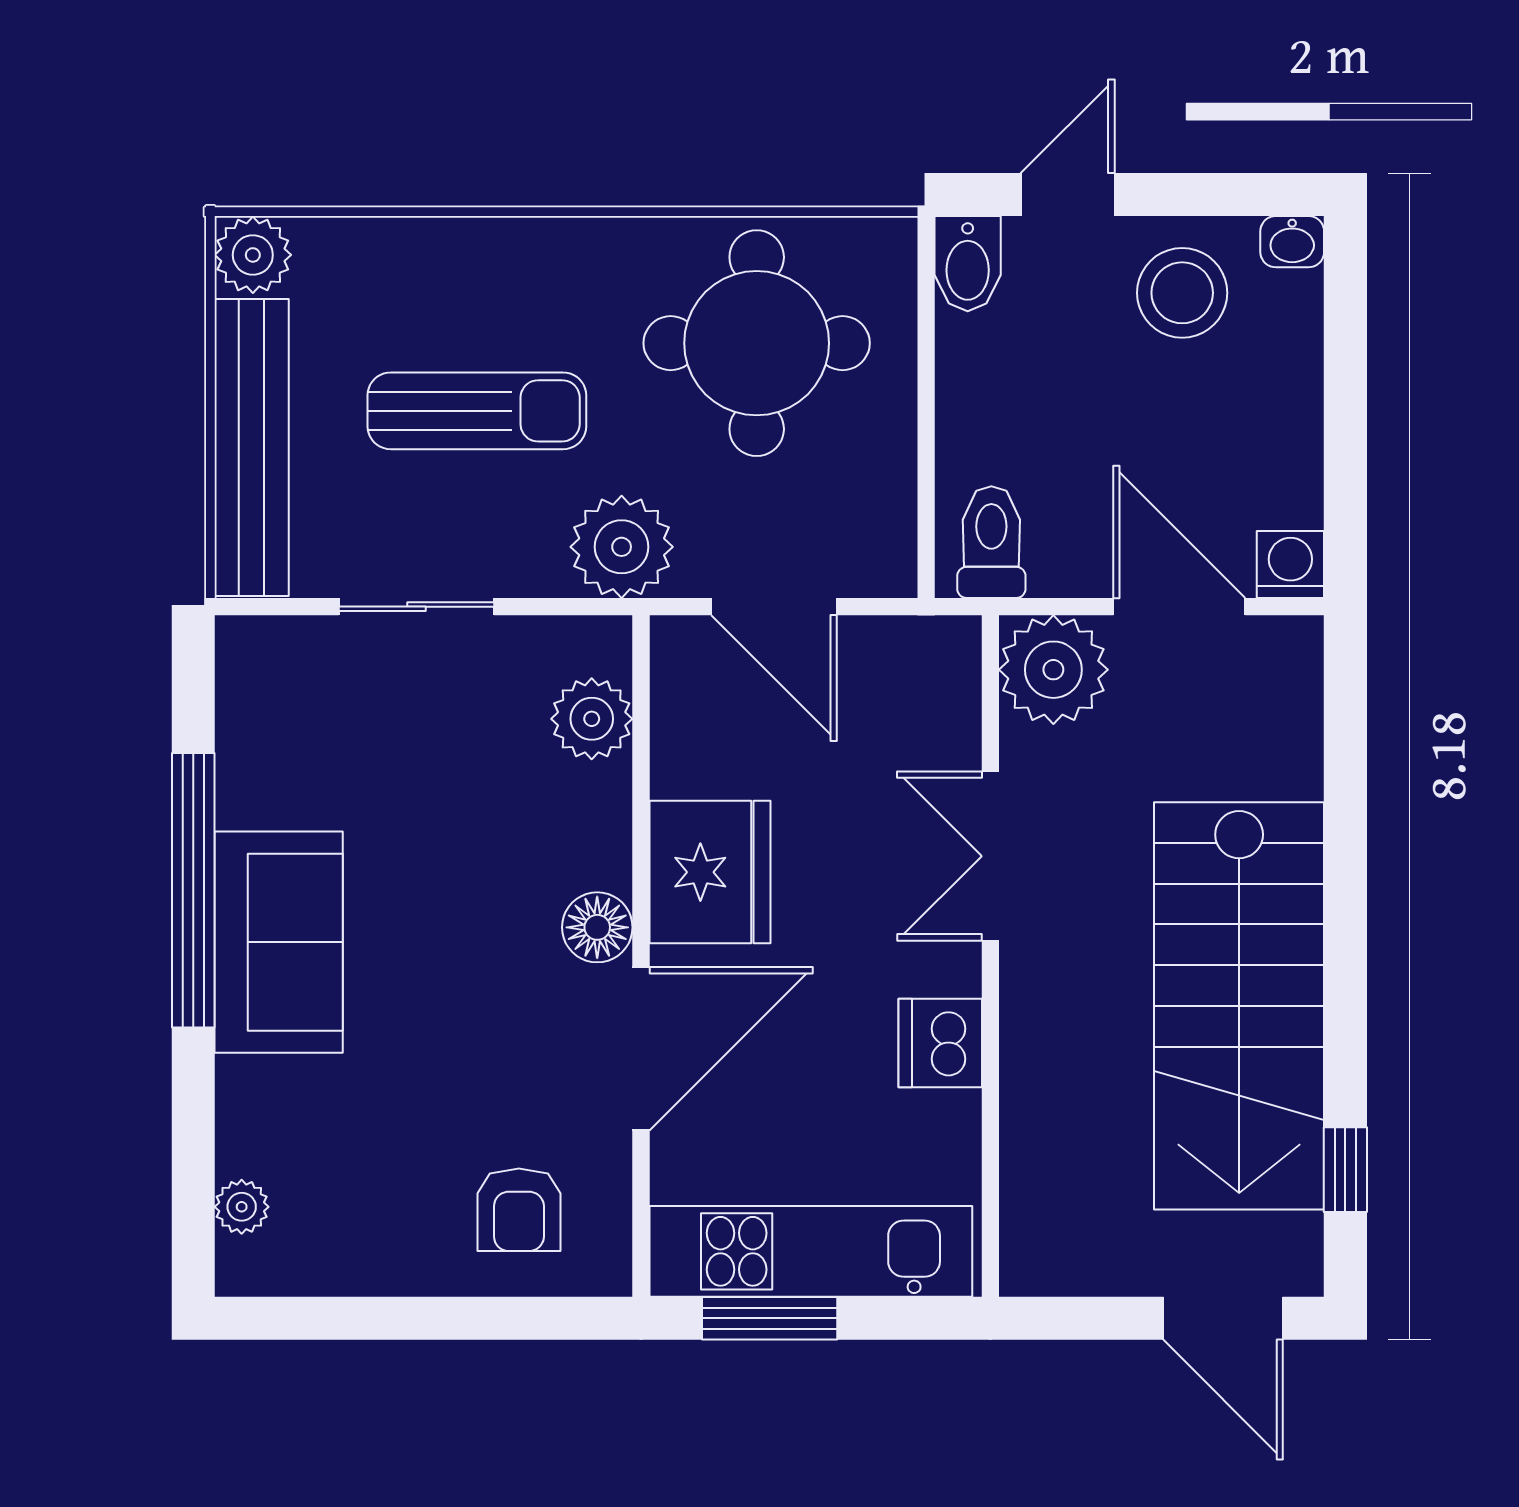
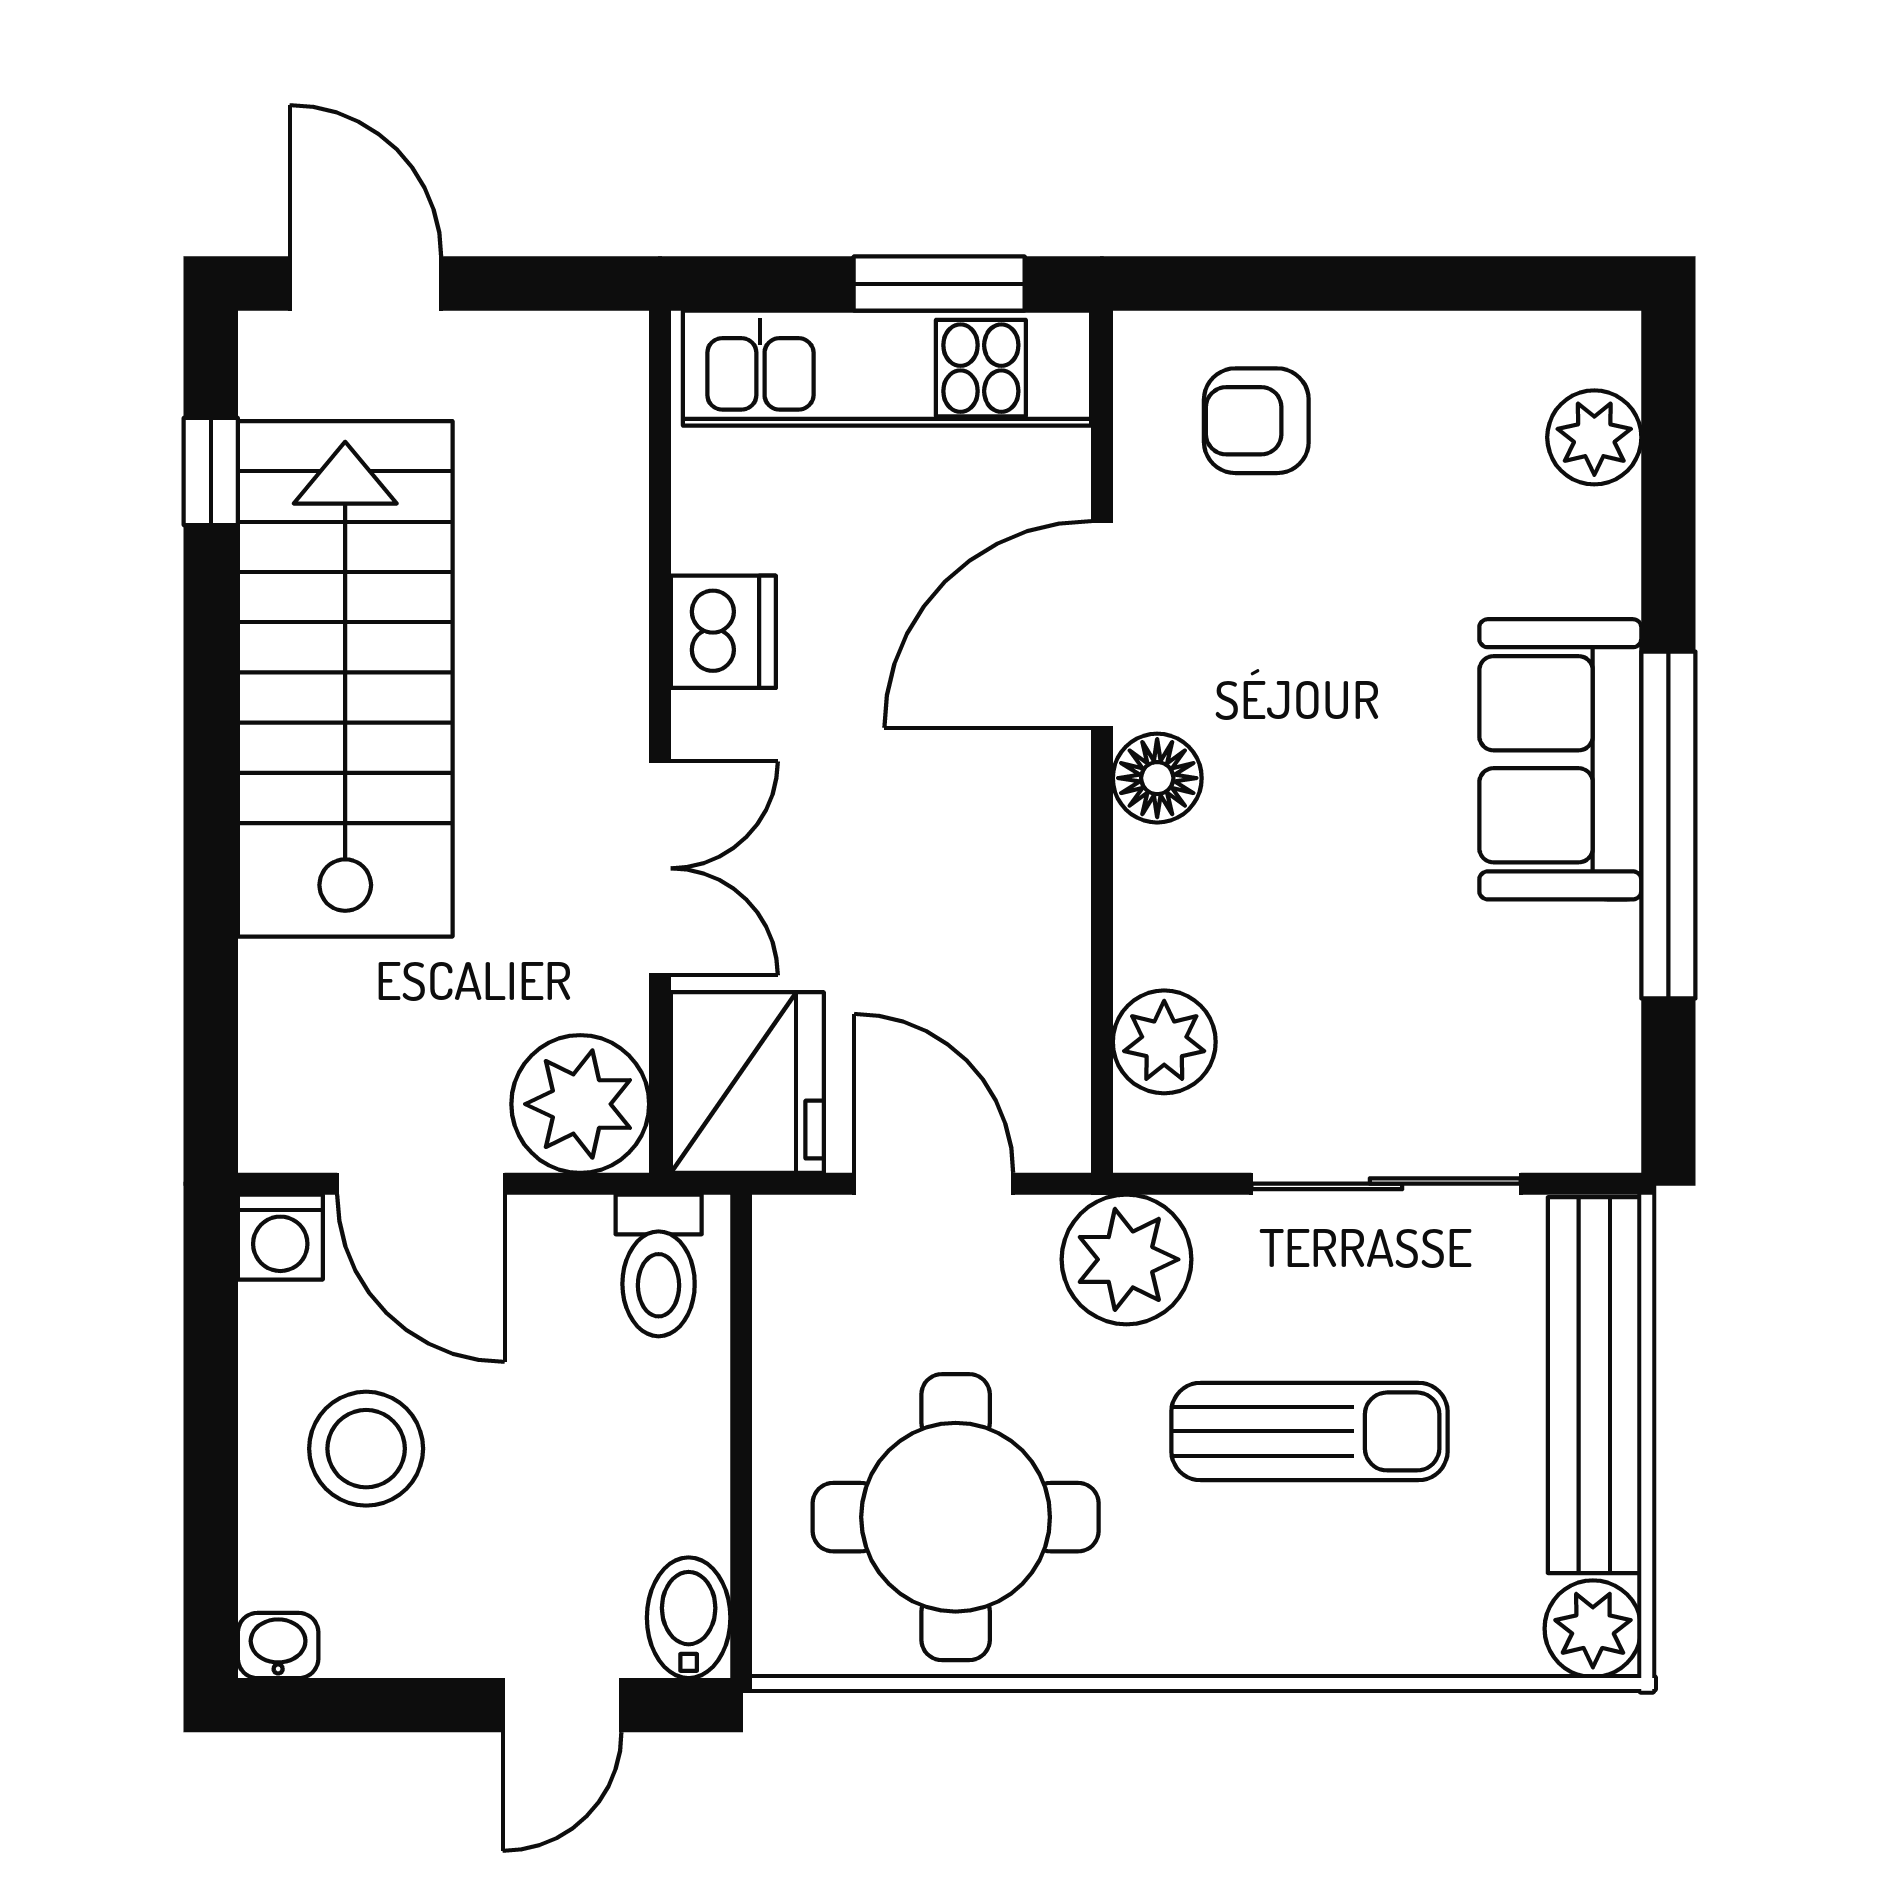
stool: (1182, 293) -> (366, 1449), moved
sun lounger: (477, 411) -> (1309, 1431), turned 180
sliding door: (416, 607) -> (1386, 1184), width x1.37
fridge: (710, 872) -> (747, 1083), moved, turned 180
plant: (242, 1207) -> (1594, 437), width x1.38, depth x1.38
armchair: (519, 1210) -> (1256, 421), turned -90

